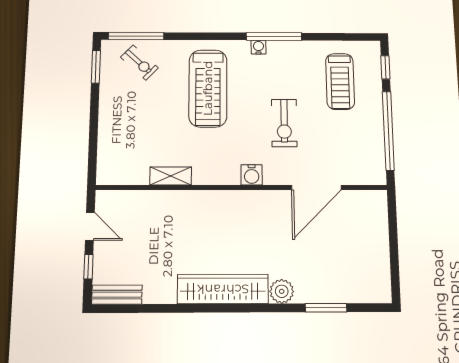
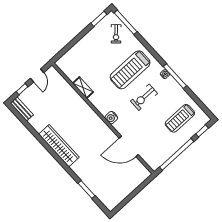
exercise bike: (284, 123) -> (144, 97), moved
plant: (282, 291) -> (78, 168), removed

